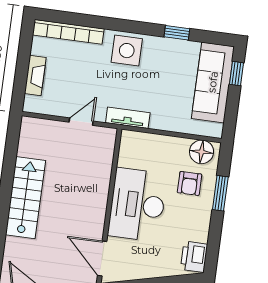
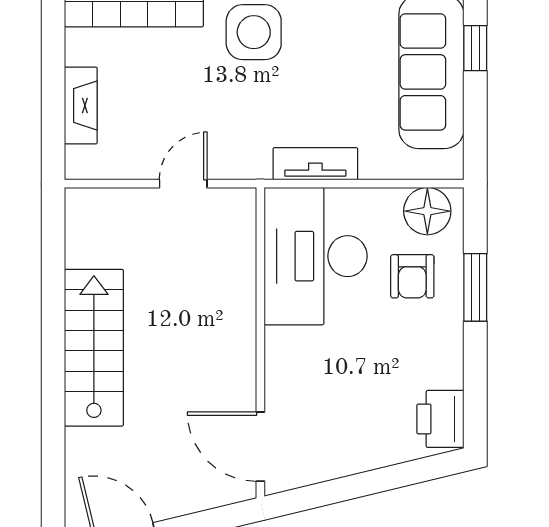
tv unit: (128, 118) -> (315, 164), moved
desk: (137, 205) -> (316, 256), moved

